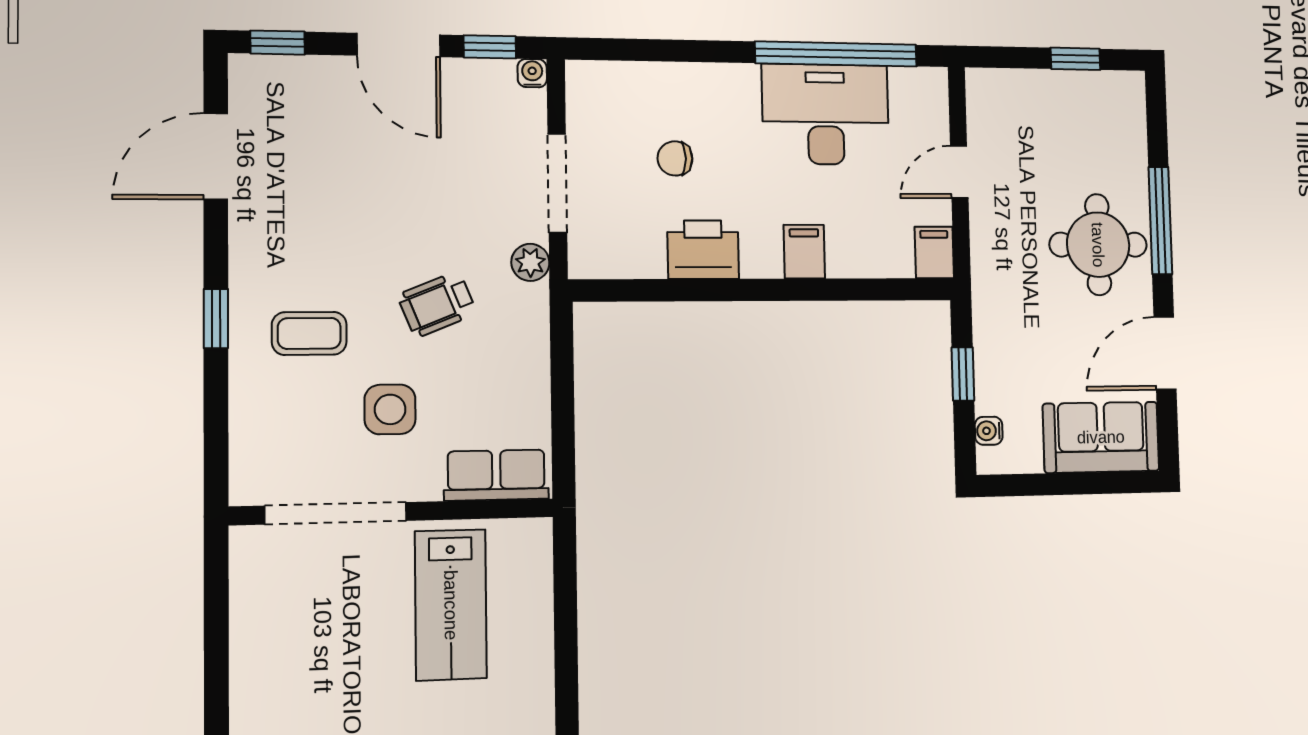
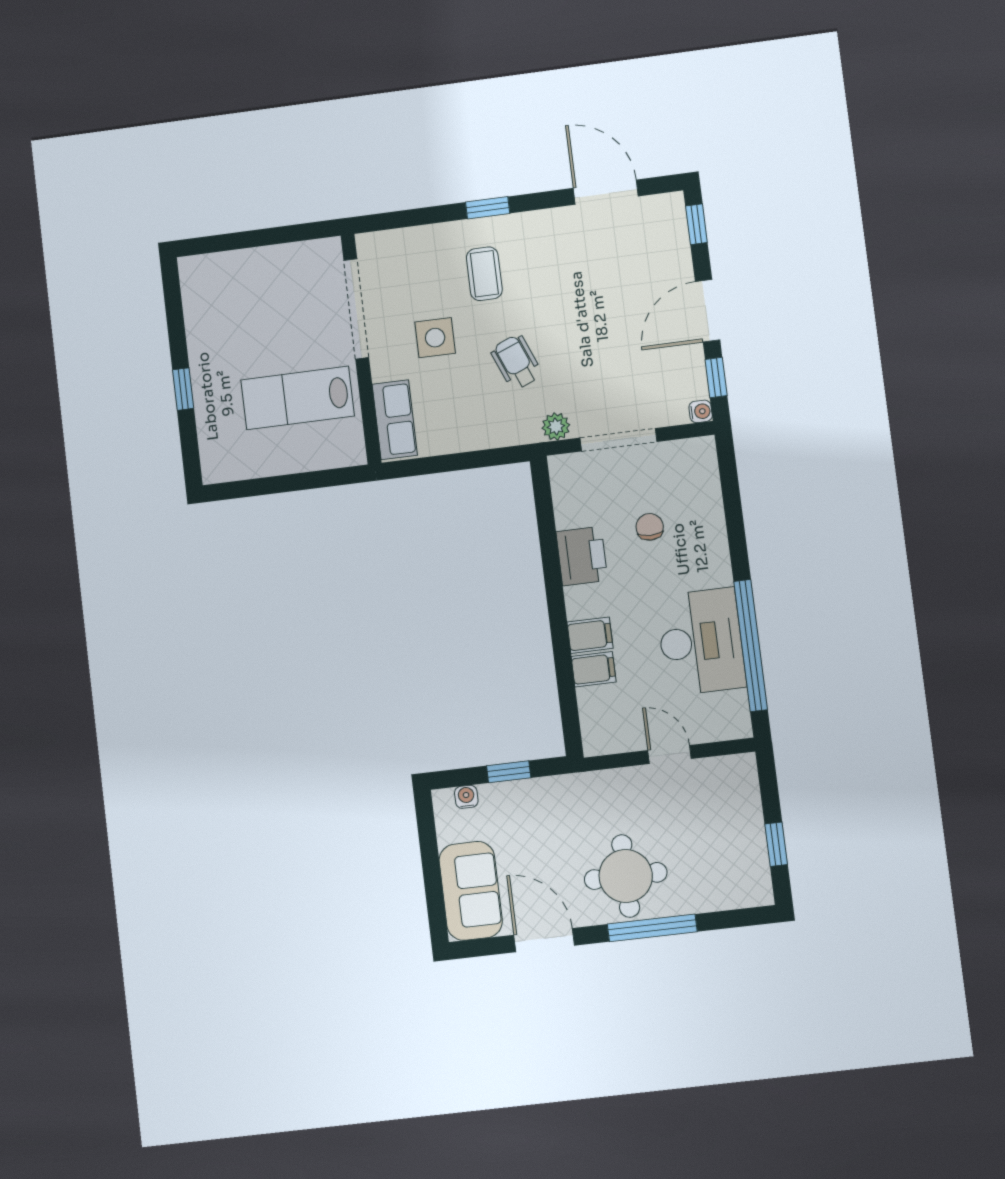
filing cabinet: (934, 252) -> (594, 669), moved

